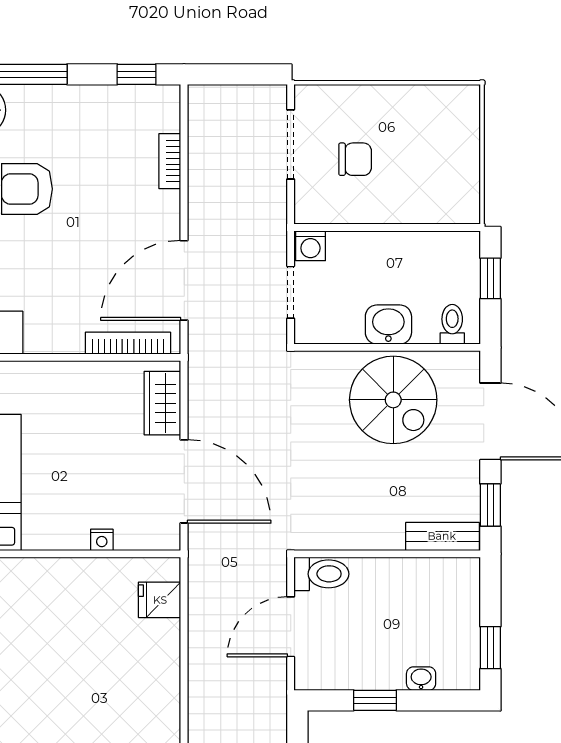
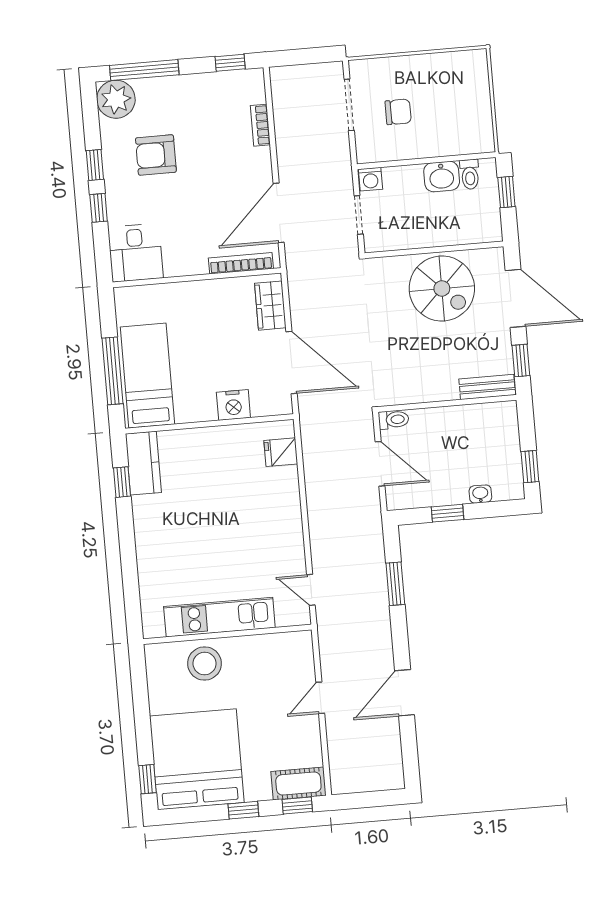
toilet: (452, 324) -> (470, 174), moved, turned 180
washbasin: (388, 325) -> (442, 177), moved, turned 180
nightstand: (102, 540) -> (233, 405), width x1.89, depth x1.79
toilet: (321, 574) -> (394, 420), width x0.73, depth x0.72
door: (291, 627) -> (380, 464), swing flipped

